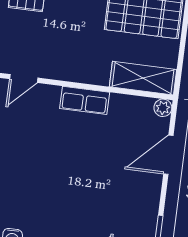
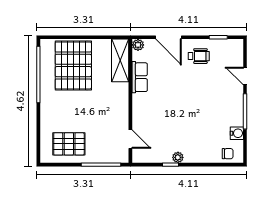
row of seats: (85, 100) -> (140, 77), moved
wheelchair: (135, 196) -> (199, 56), added

